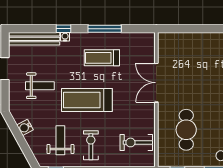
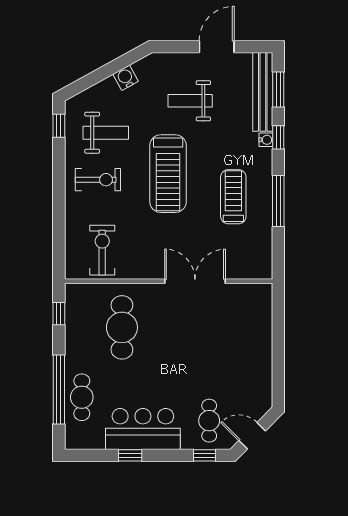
window: (33, 29) -> (278, 89), added
weight bench: (40, 86) -> (190, 101), turned 90
treadmill: (87, 100) -> (168, 174), turned 180
cafe table: (186, 130) -> (122, 327), turned 90

